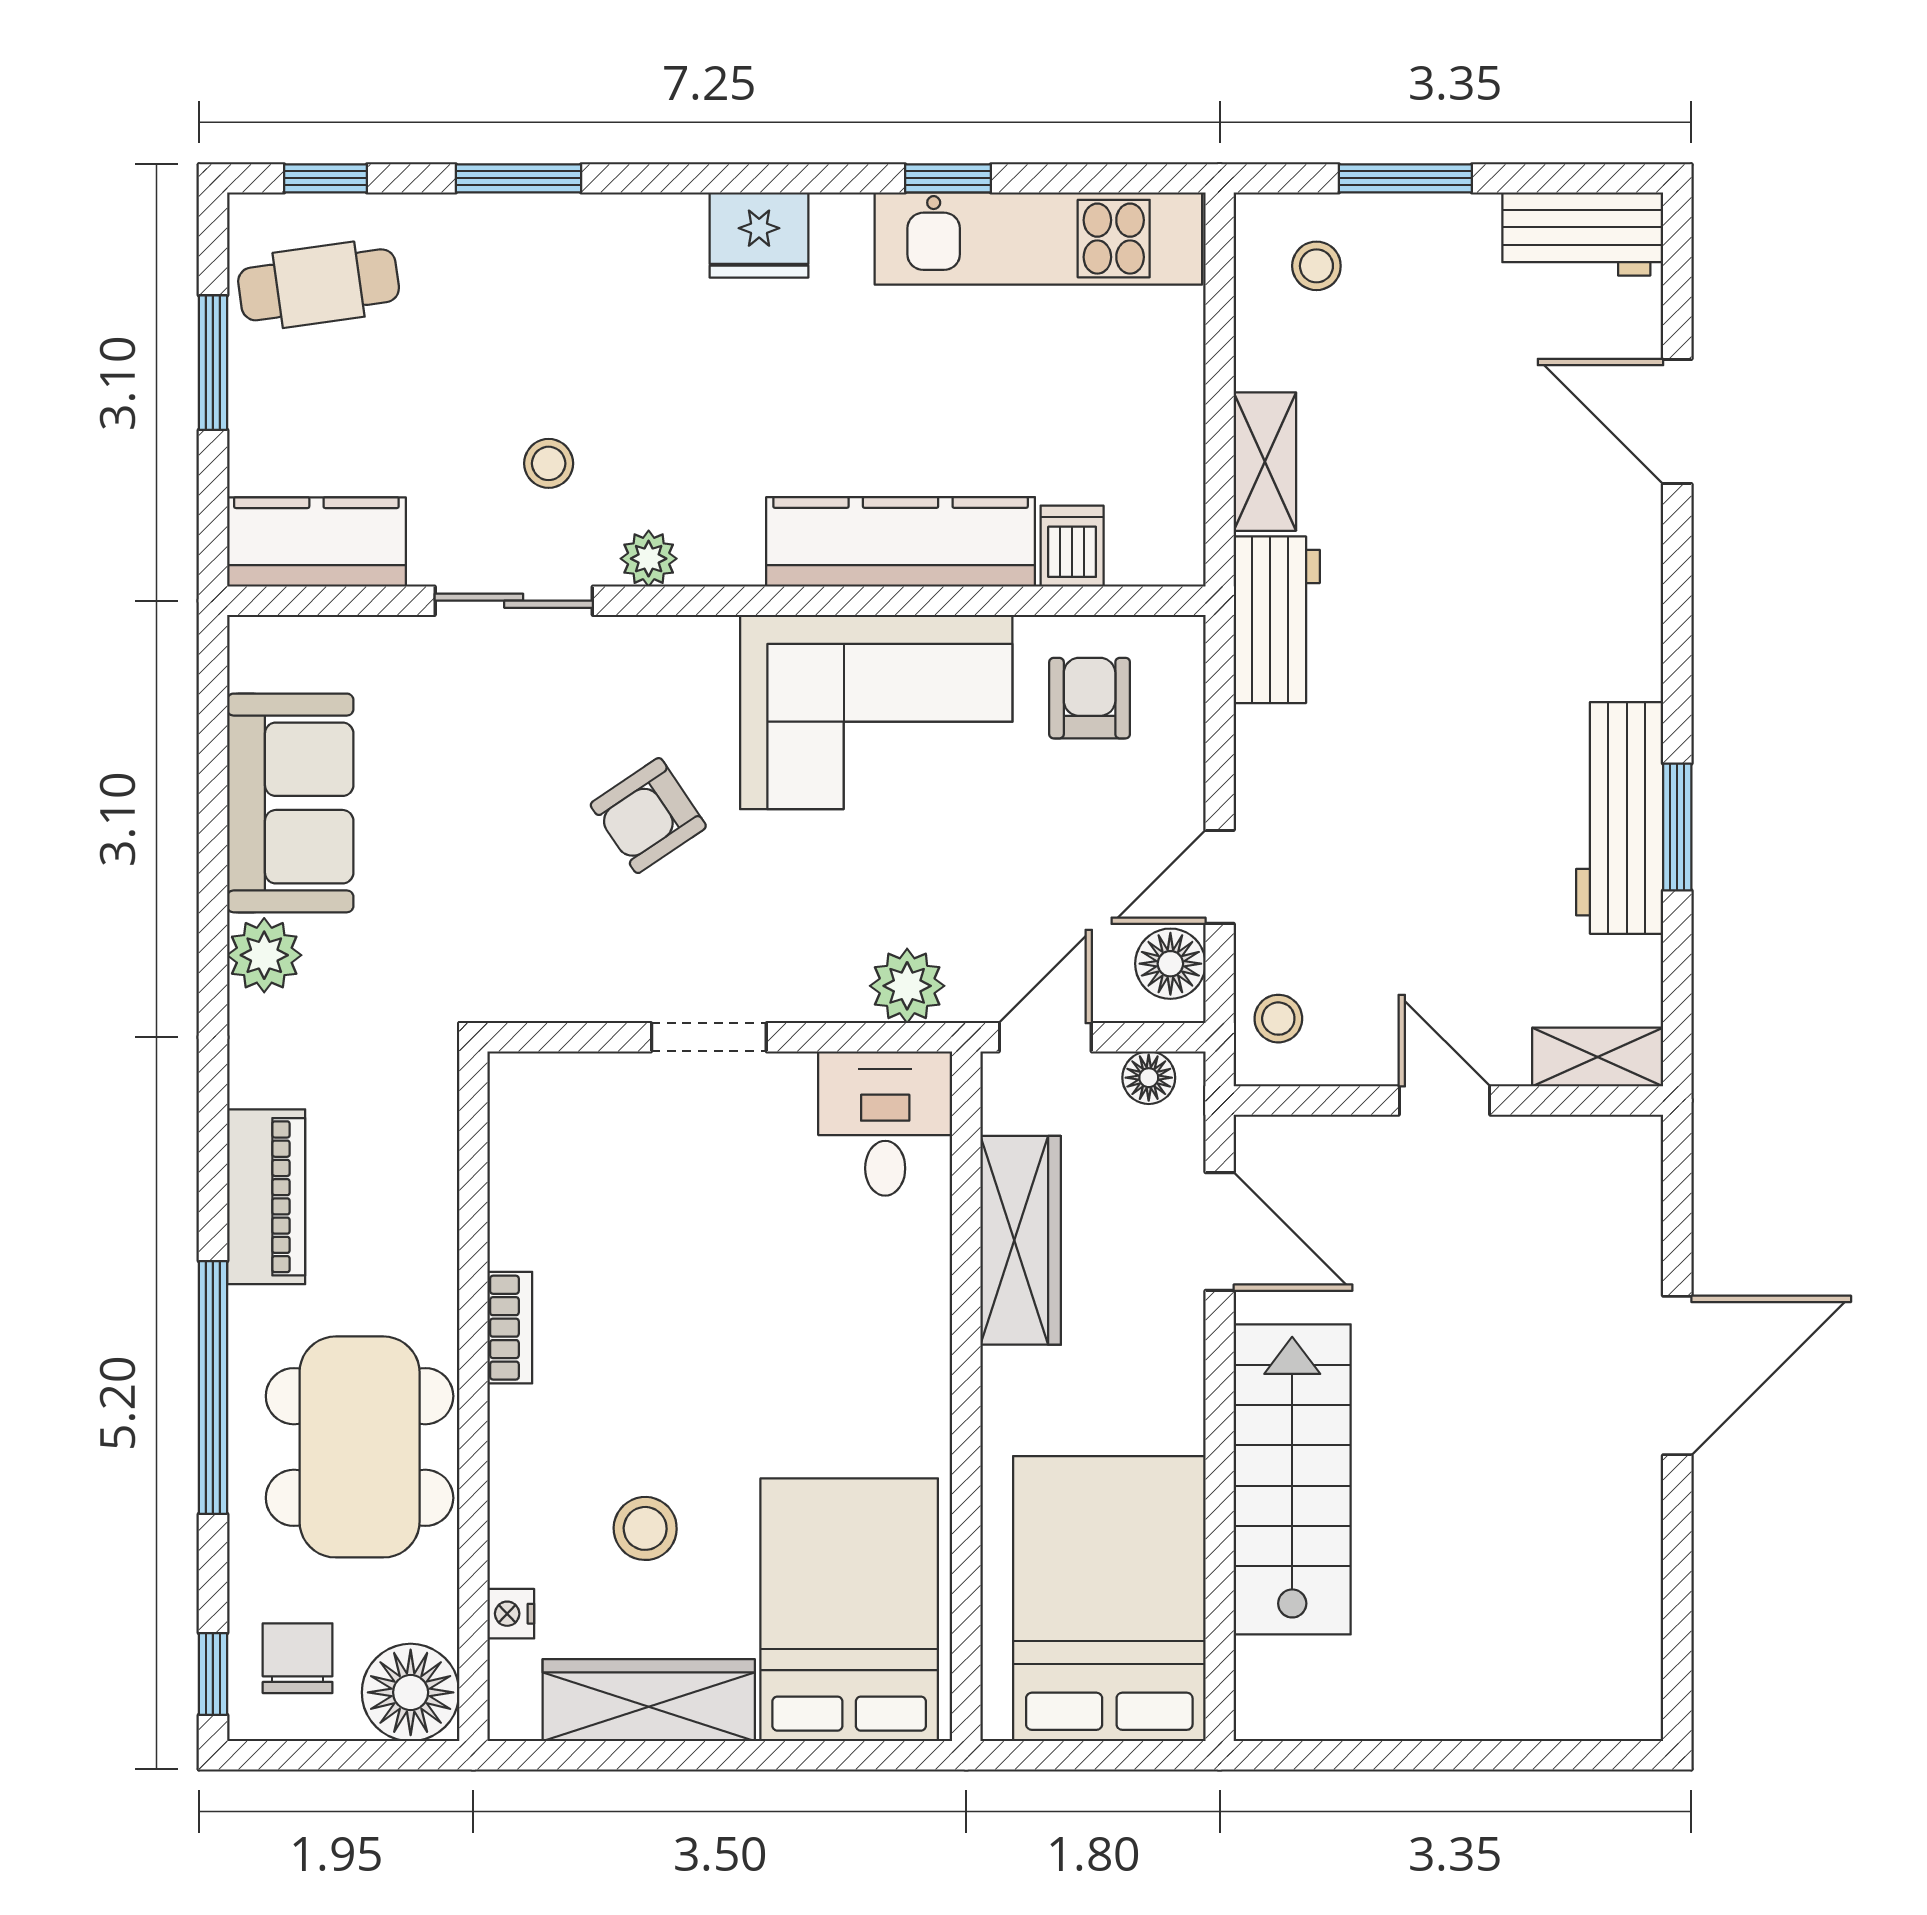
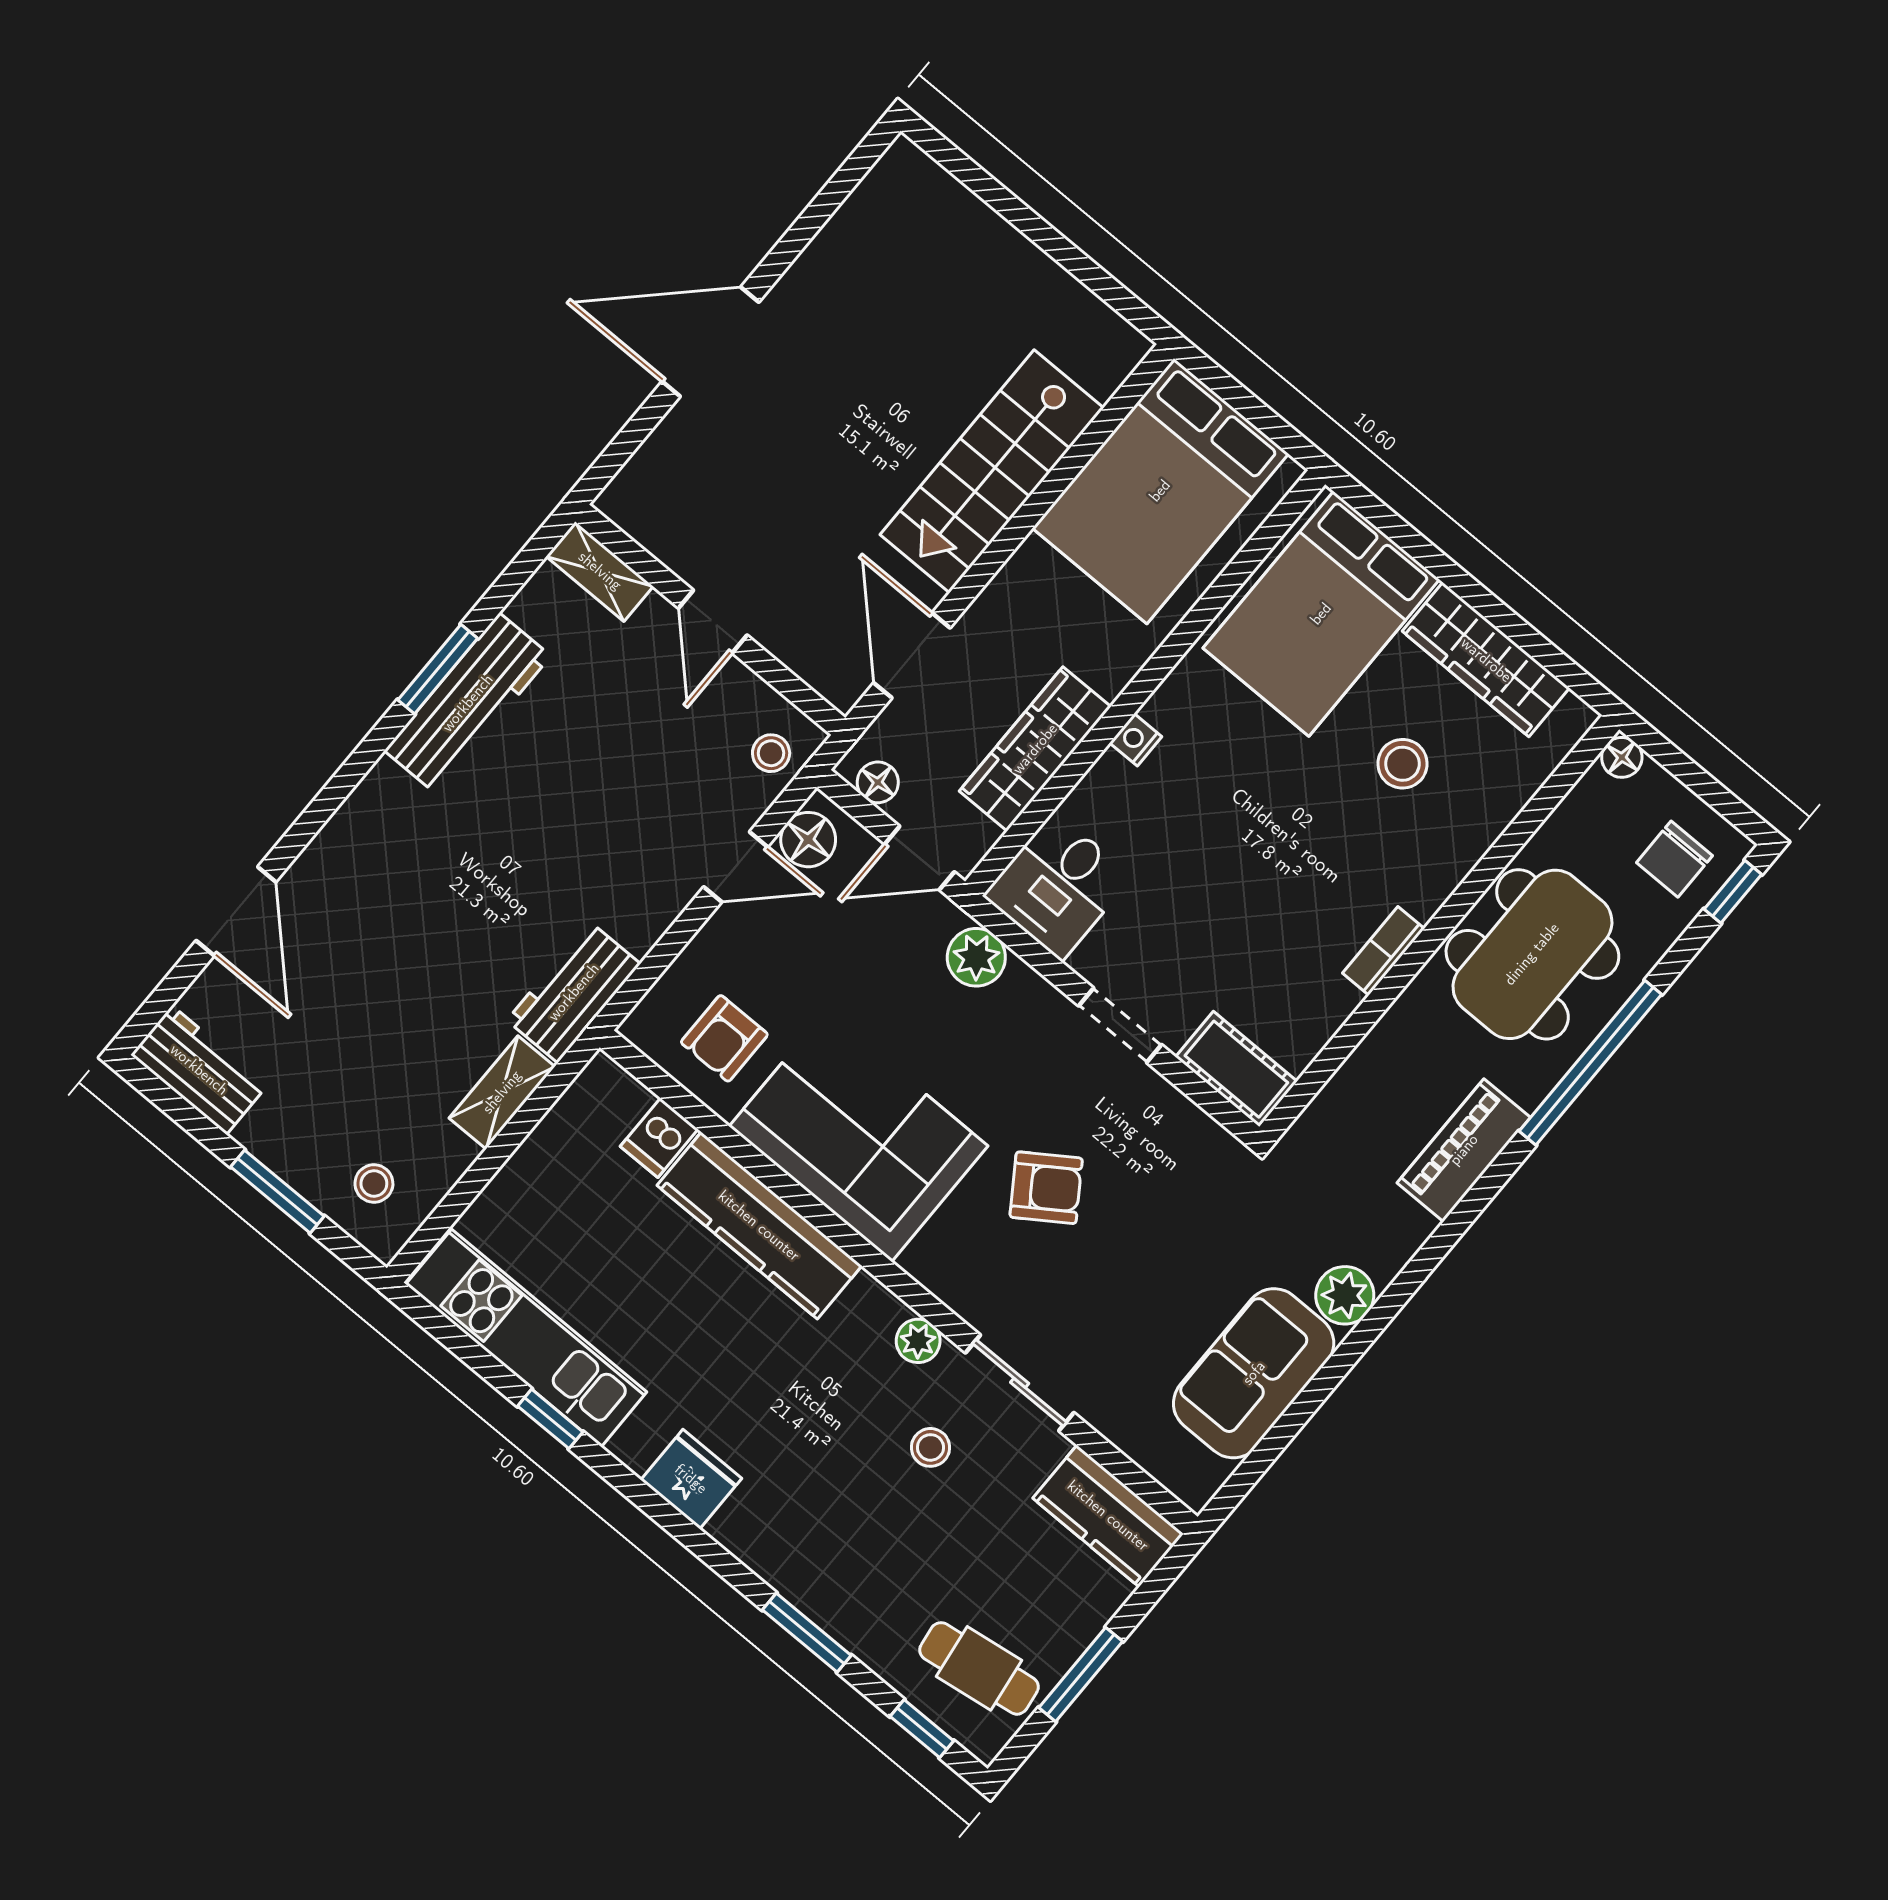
cot: (558, 1090) -> (1236, 1069), added
nightstand: (511, 1614) -> (1136, 740), moved, turned 180
floor lamp: (411, 1692) -> (1622, 757), width x0.53, depth x0.53

